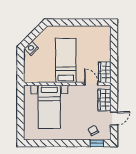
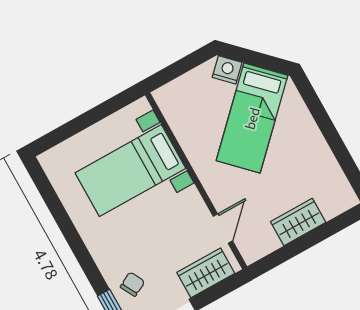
bed: (66, 60) -> (252, 118), moved, turned 135
wardrobe: (105, 72) -> (298, 222), moved

